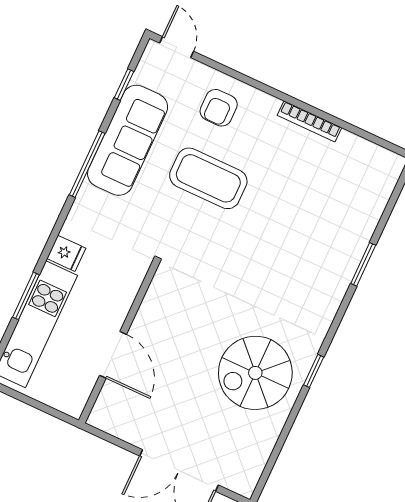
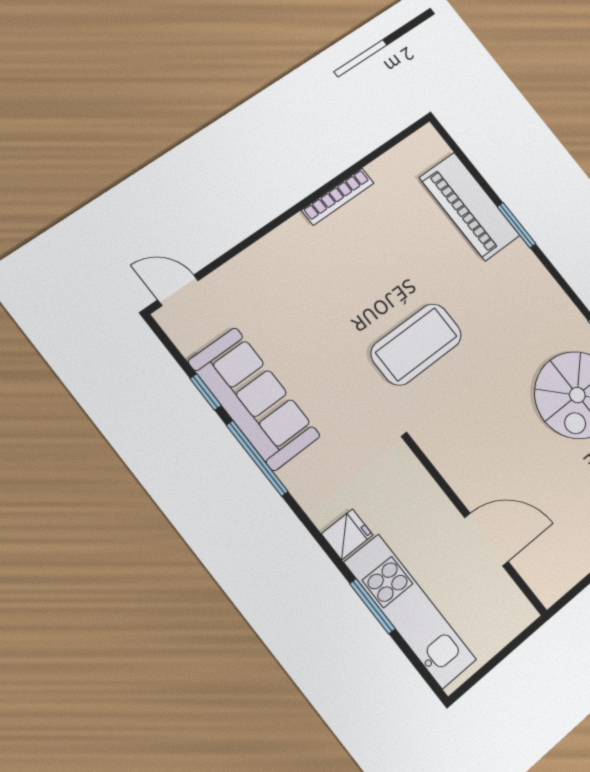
window: (124, 85) -> (206, 392), moved
armchair: (219, 108) -> (271, 282), removed
coffee table: (208, 178) -> (416, 344), moved
piano: (358, 222) -> (470, 207), added

